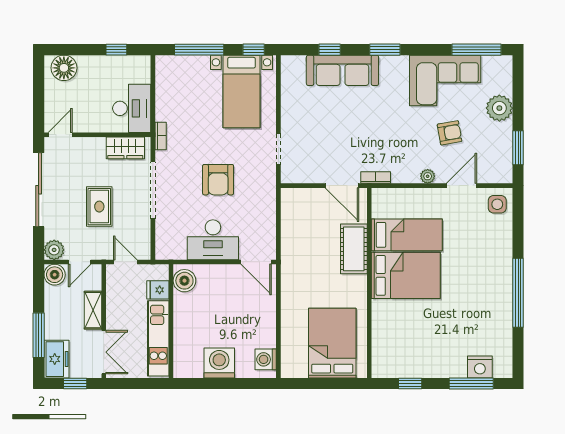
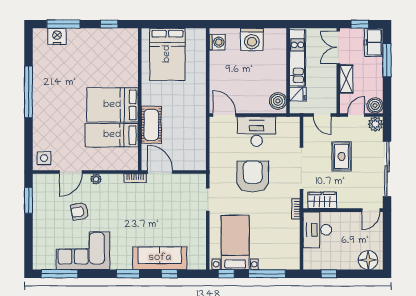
plant: (499, 108) -> (42, 230), removed
armchair: (218, 180) -> (253, 177), width x1.36, depth x1.36

